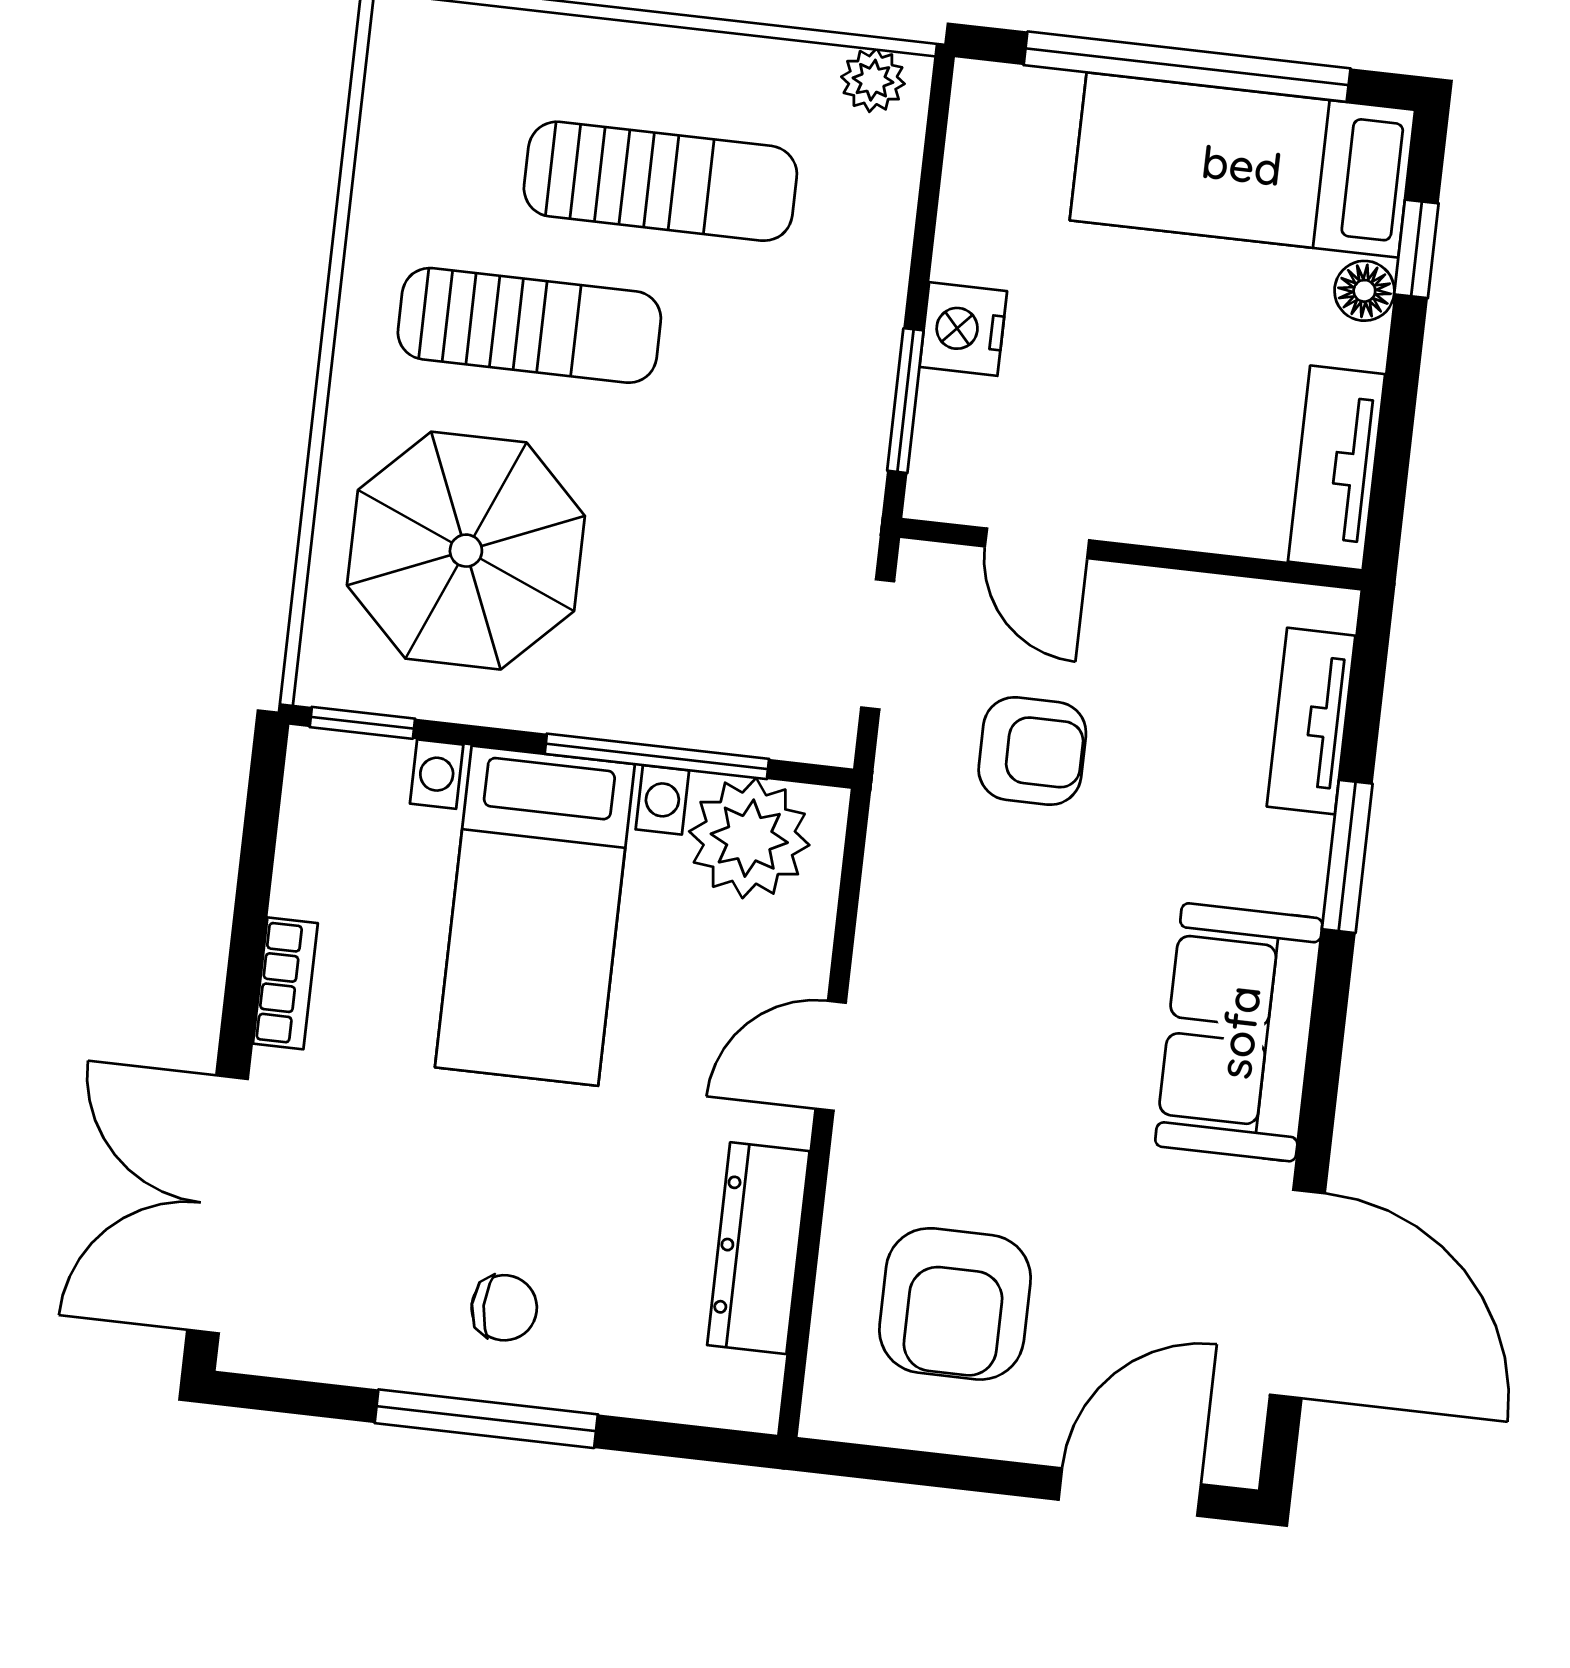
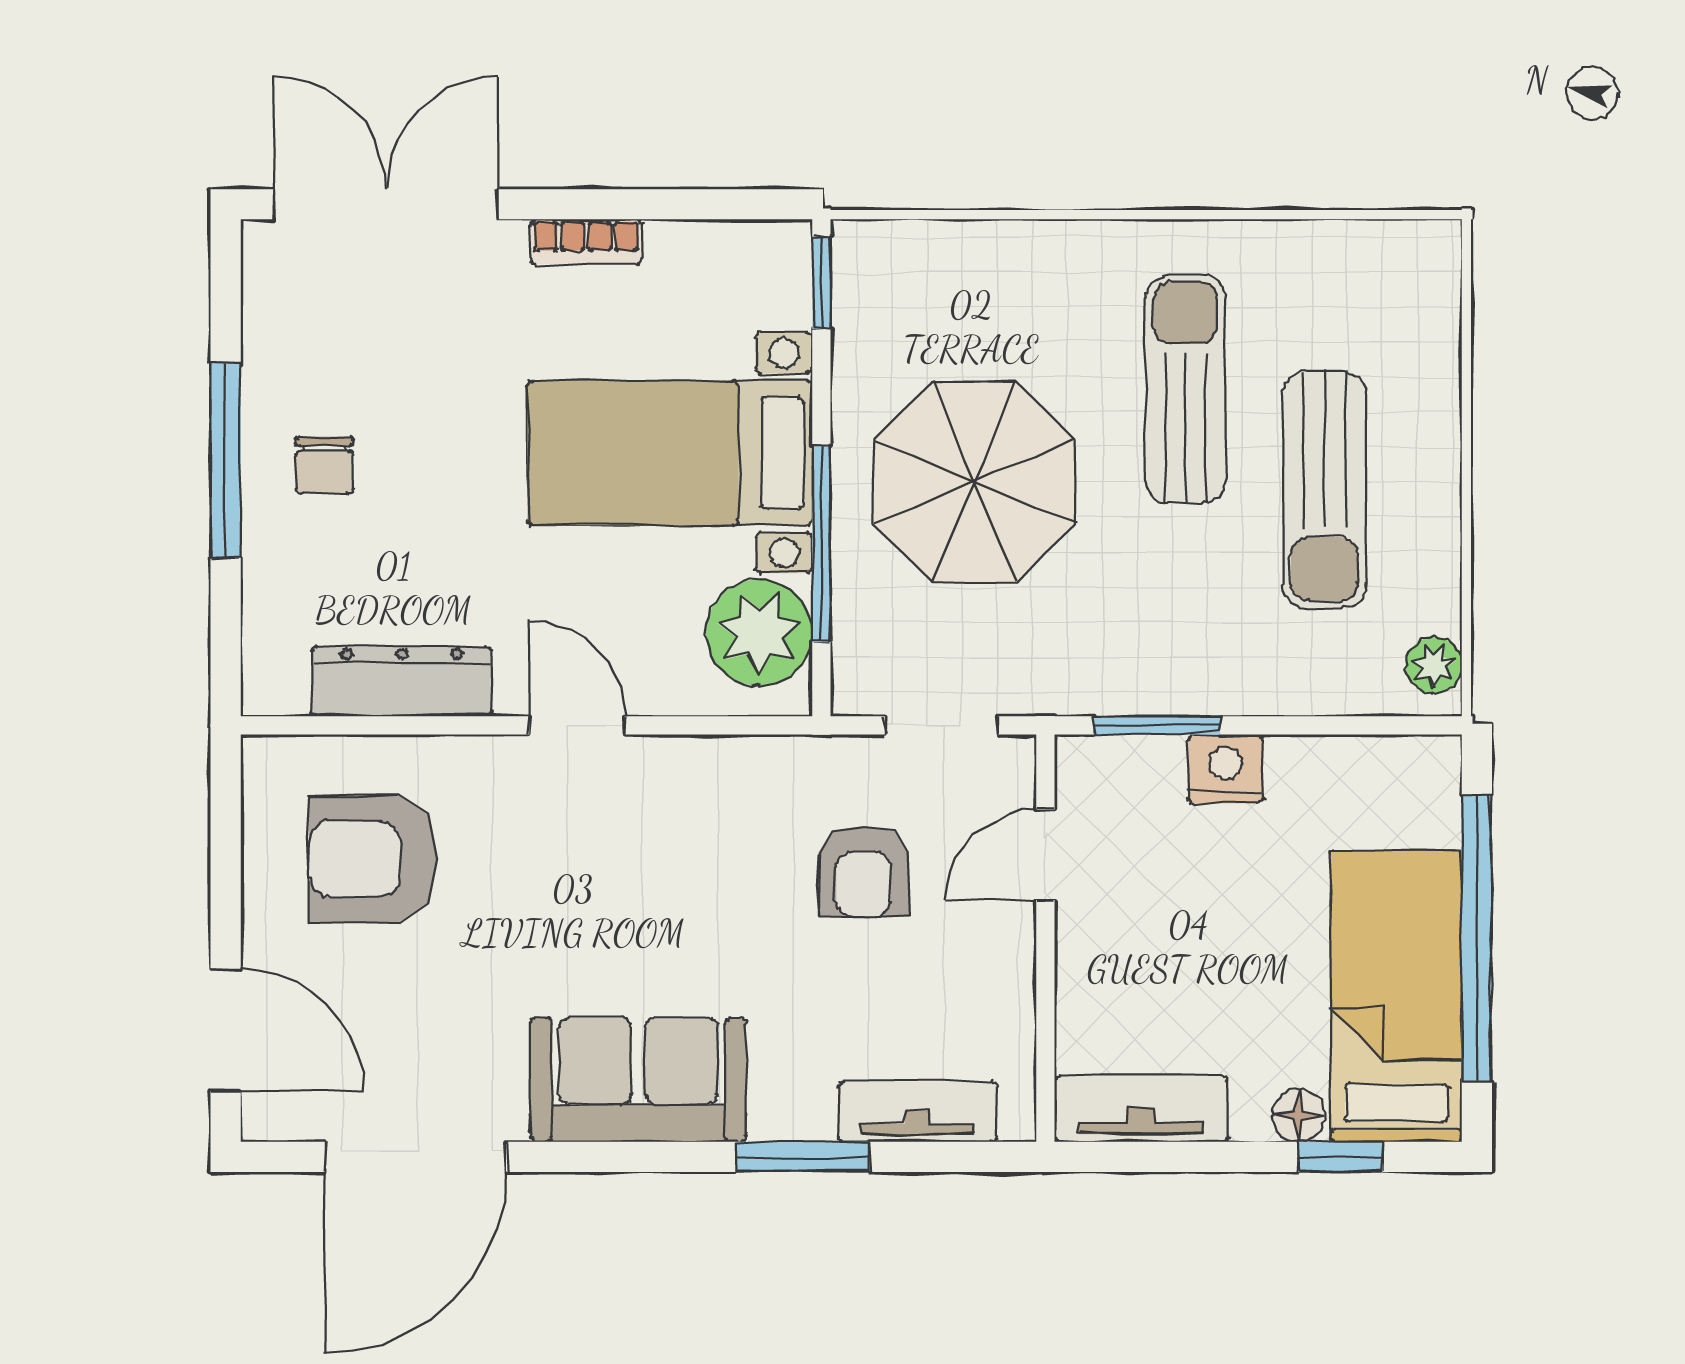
sun lounger: (529, 325) -> (1185, 389), turned 180
parasol: (466, 551) -> (974, 482), moved

